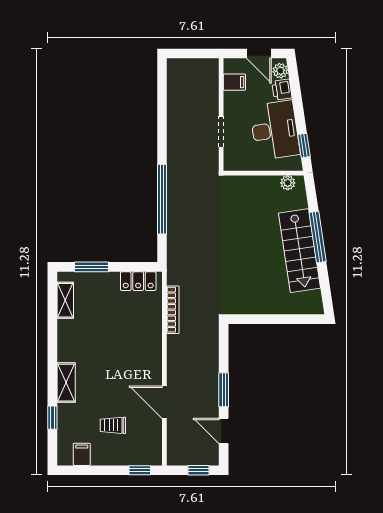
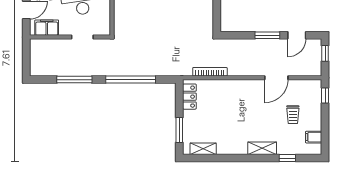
filing cabinet: (234, 82) -> (47, 28), width x2.00
window: (162, 121) -> (74, 80), added

